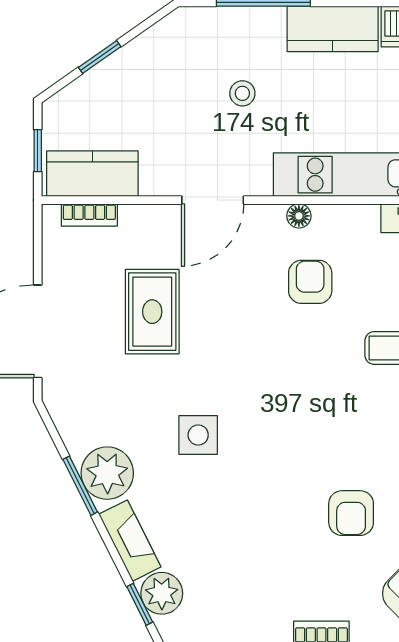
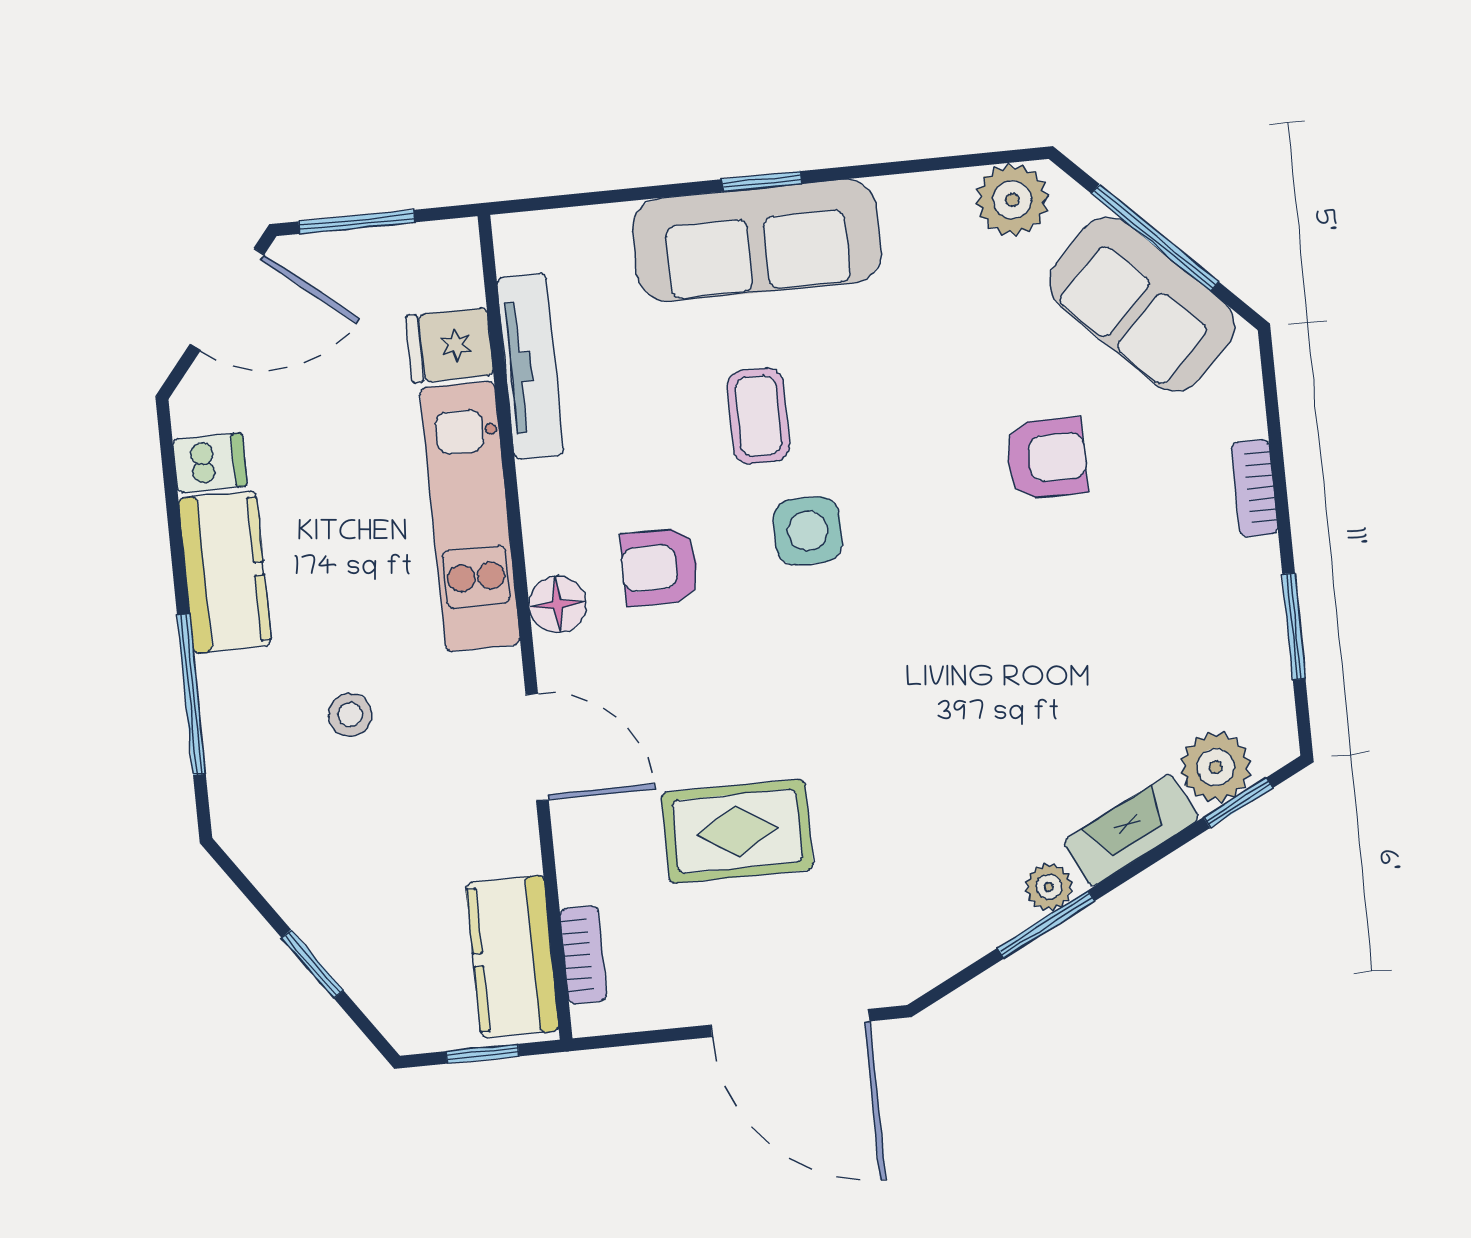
floor lamp: (299, 216) -> (558, 604), width x1.37, depth x1.37
side table: (198, 435) -> (808, 531), moved
plant: (107, 473) -> (1049, 887), width x0.53, depth x0.53

